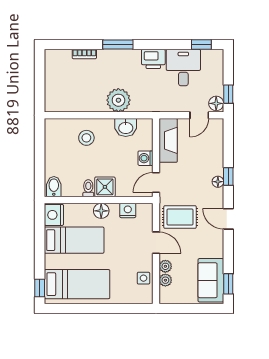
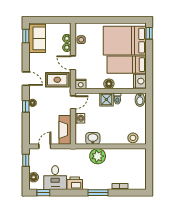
floor lamp: (216, 103) -> (34, 177), moved
stool: (86, 138) -> (133, 138), moved
nightstand: (128, 210) -> (81, 84), moved
bed: (77, 284) -> (125, 41), width x1.50

